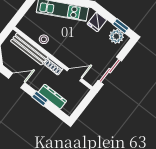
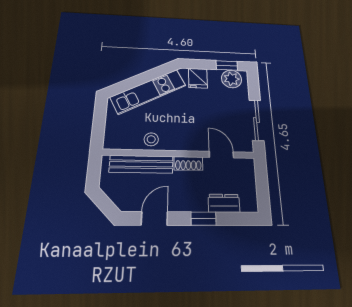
door: (74, 75) -> (221, 155), hinge flipped
dresser: (52, 97) -> (224, 203), width x0.70

